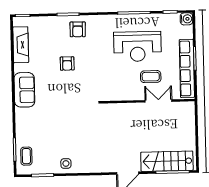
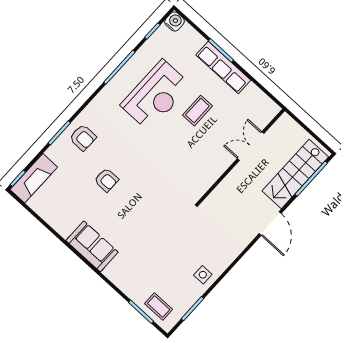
fireplace: (21, 45) -> (34, 178), moved, turned 90
row of seats: (187, 68) -> (223, 68), width x0.73
wall: (148, 101) -> (241, 157), moved
double door: (158, 101) -> (251, 146), moved

